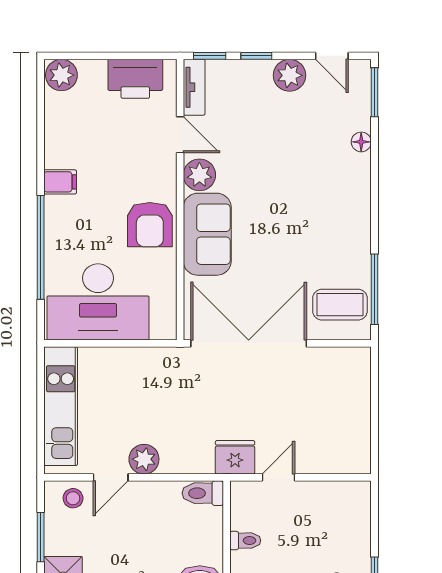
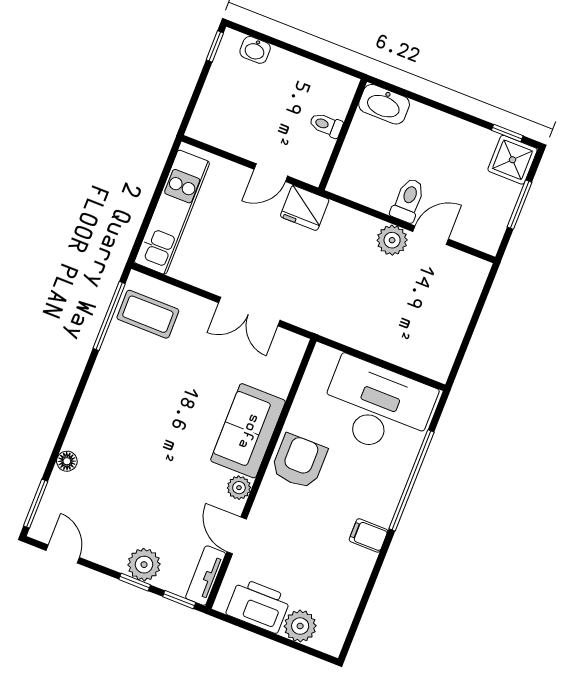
plant: (61, 75) -> (300, 626), moved
plant: (290, 75) -> (144, 565), moved
plant: (199, 175) -> (239, 488), width x0.73, depth x0.73
double door: (249, 343) -> (249, 311), width x0.54
kitchen unit: (61, 406) -> (172, 212), moved, turned 180
toilet: (203, 493) -> (408, 200), moved, turned -90
stool: (73, 498) -> (474, 229), removed

